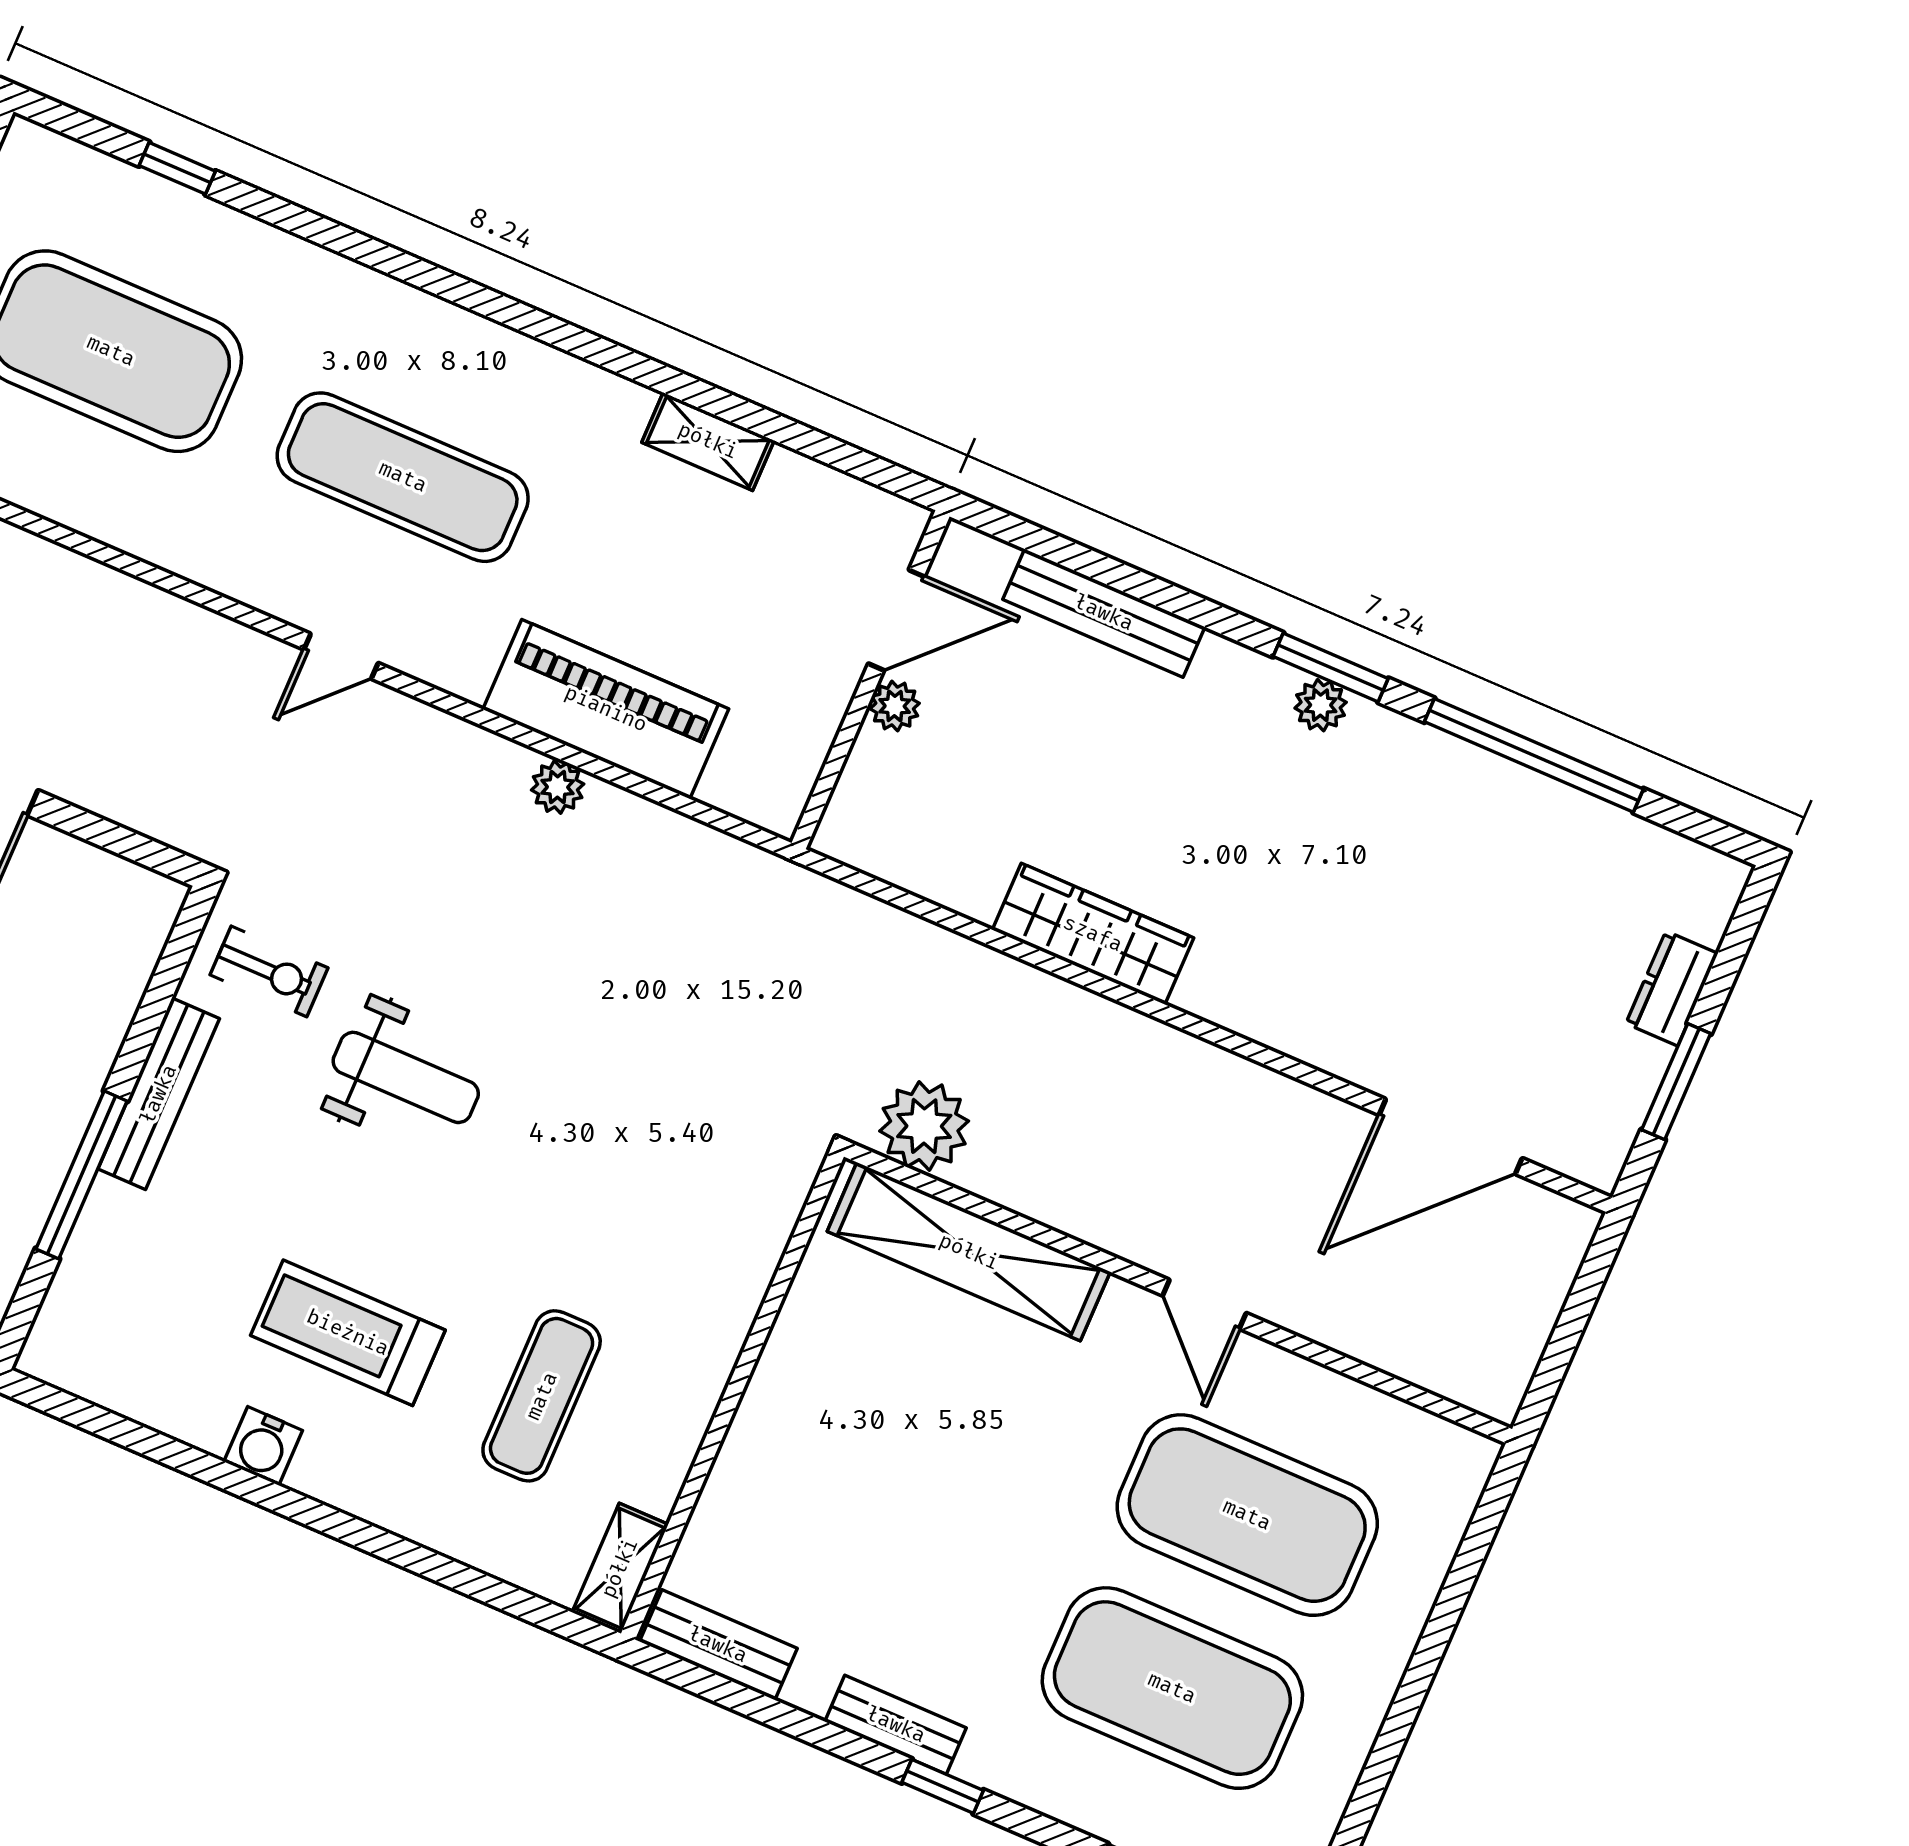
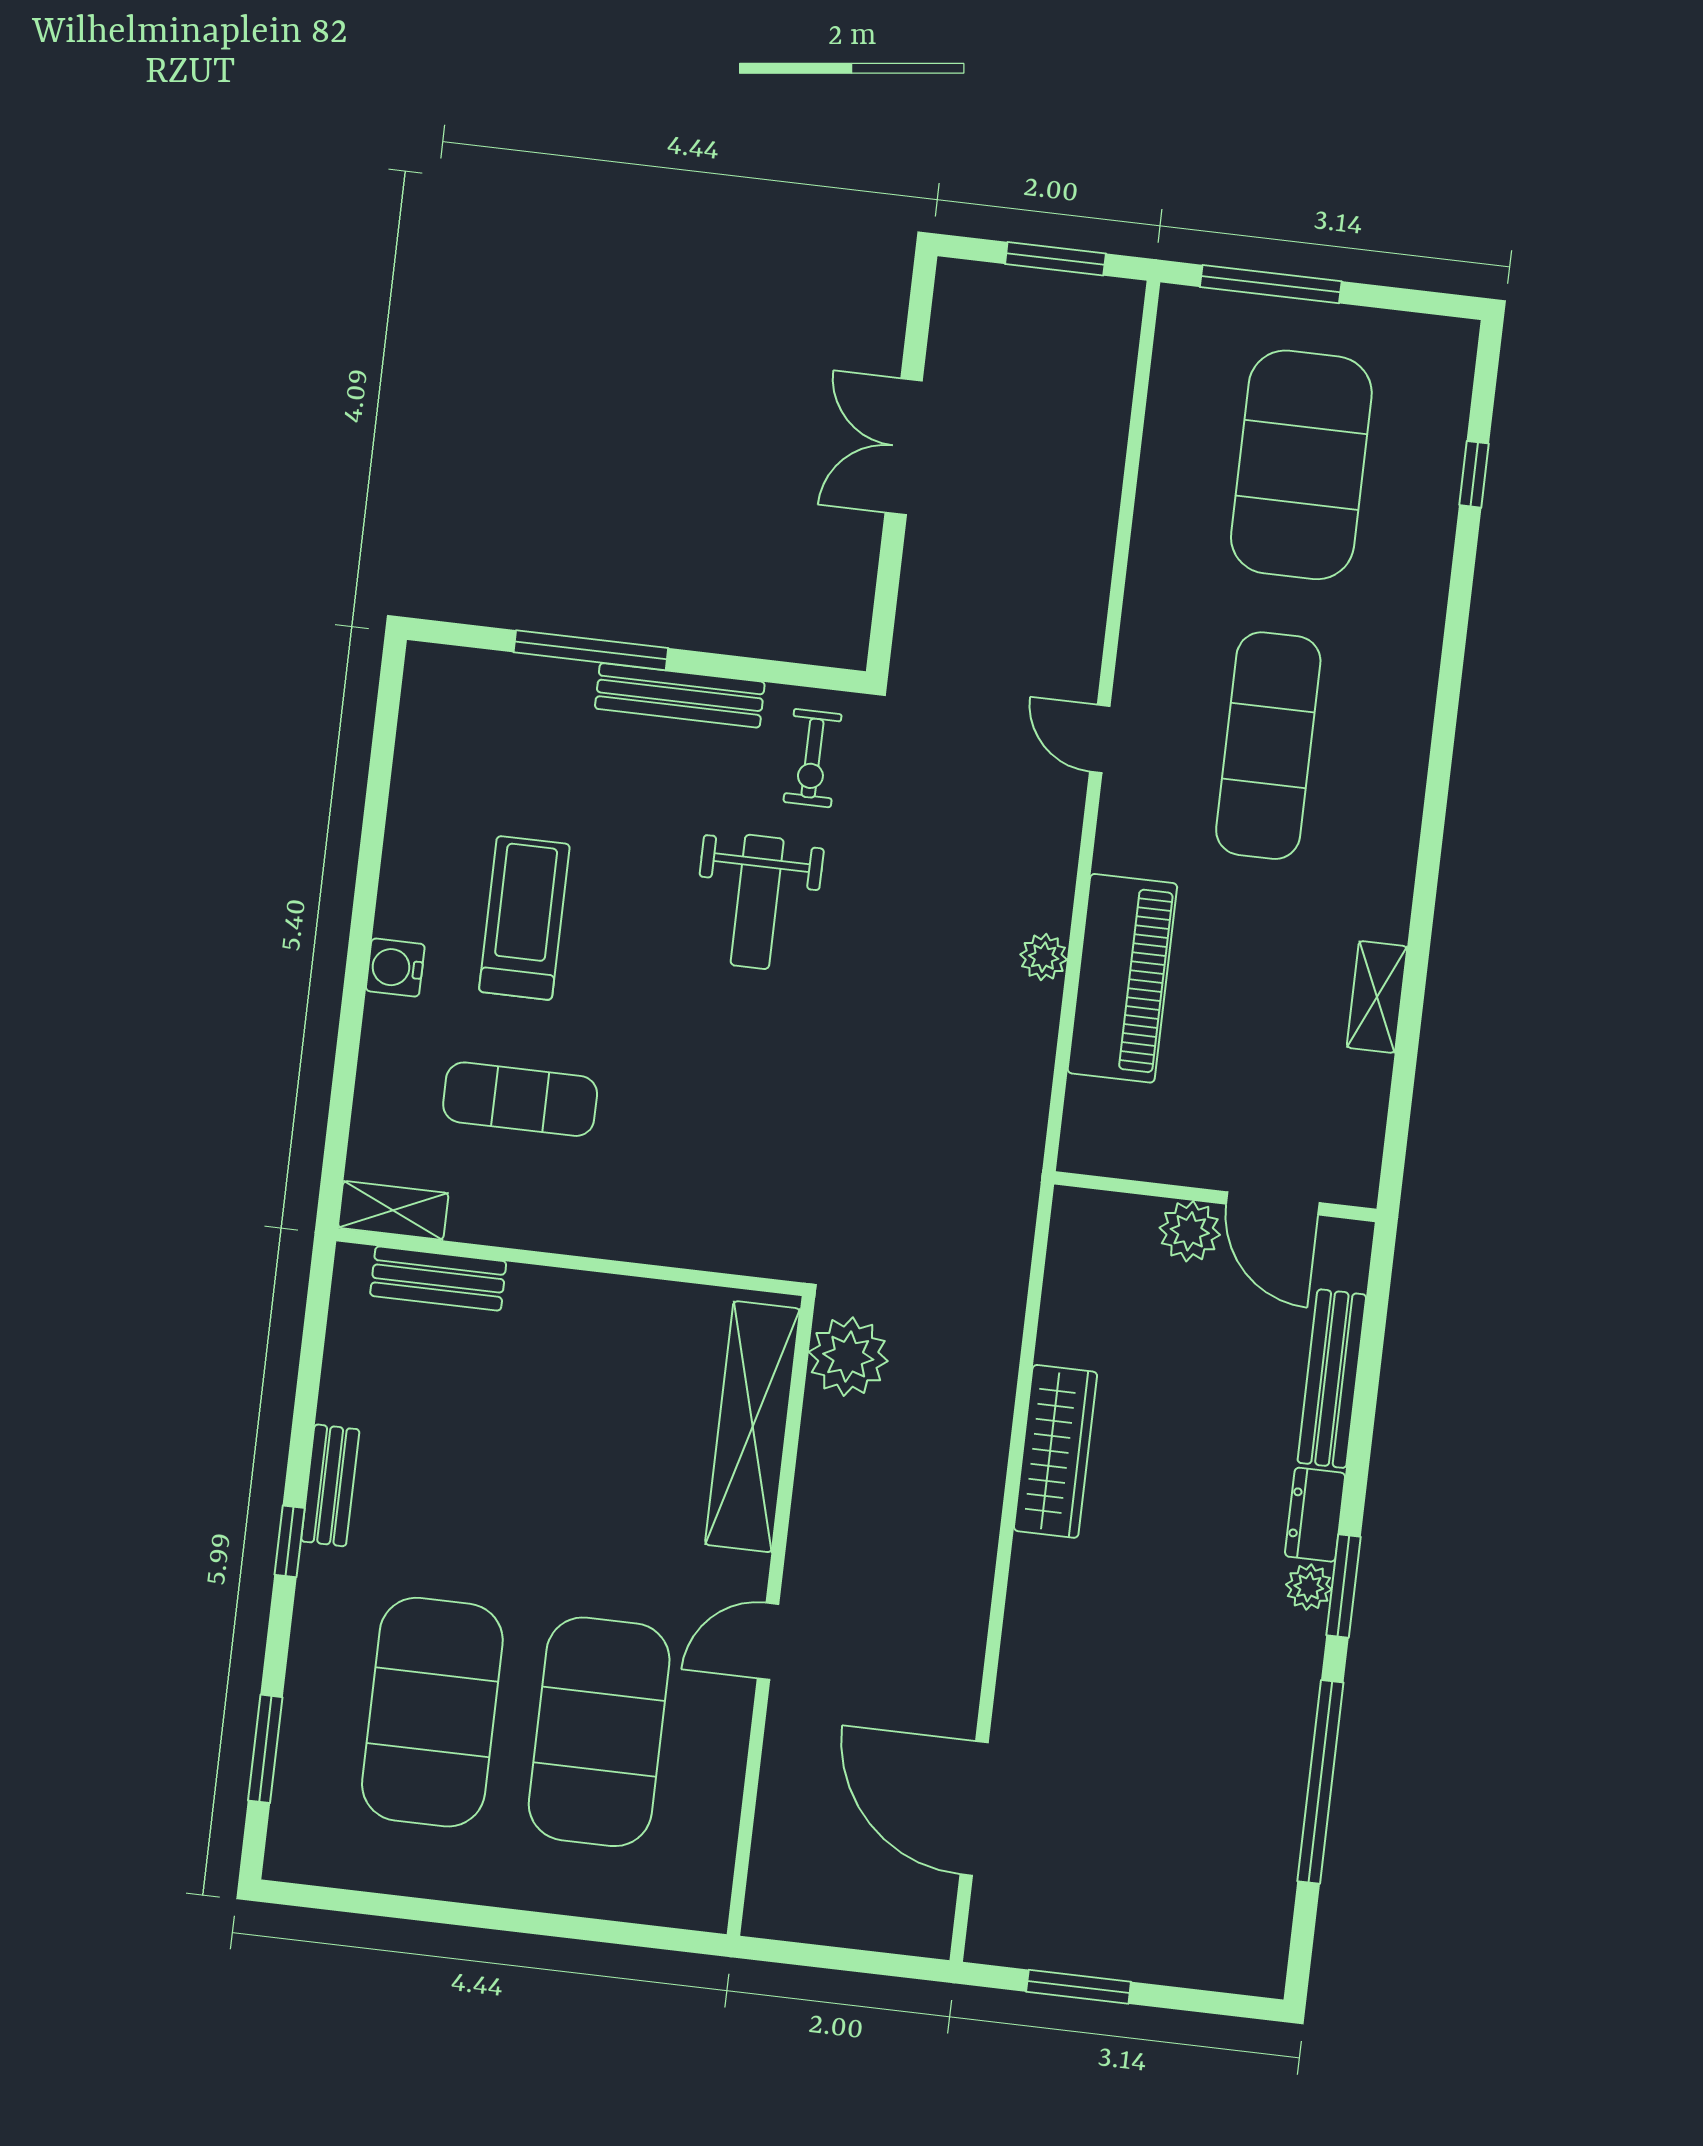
plant: (895, 706) -> (1190, 1231), width x1.38, depth x1.38
dresser: (1672, 989) -> (1315, 1515), moved, turned -90
water cooler: (263, 1446) -> (395, 968), moved
bench: (718, 1645) -> (438, 1279), moved, turned 90

